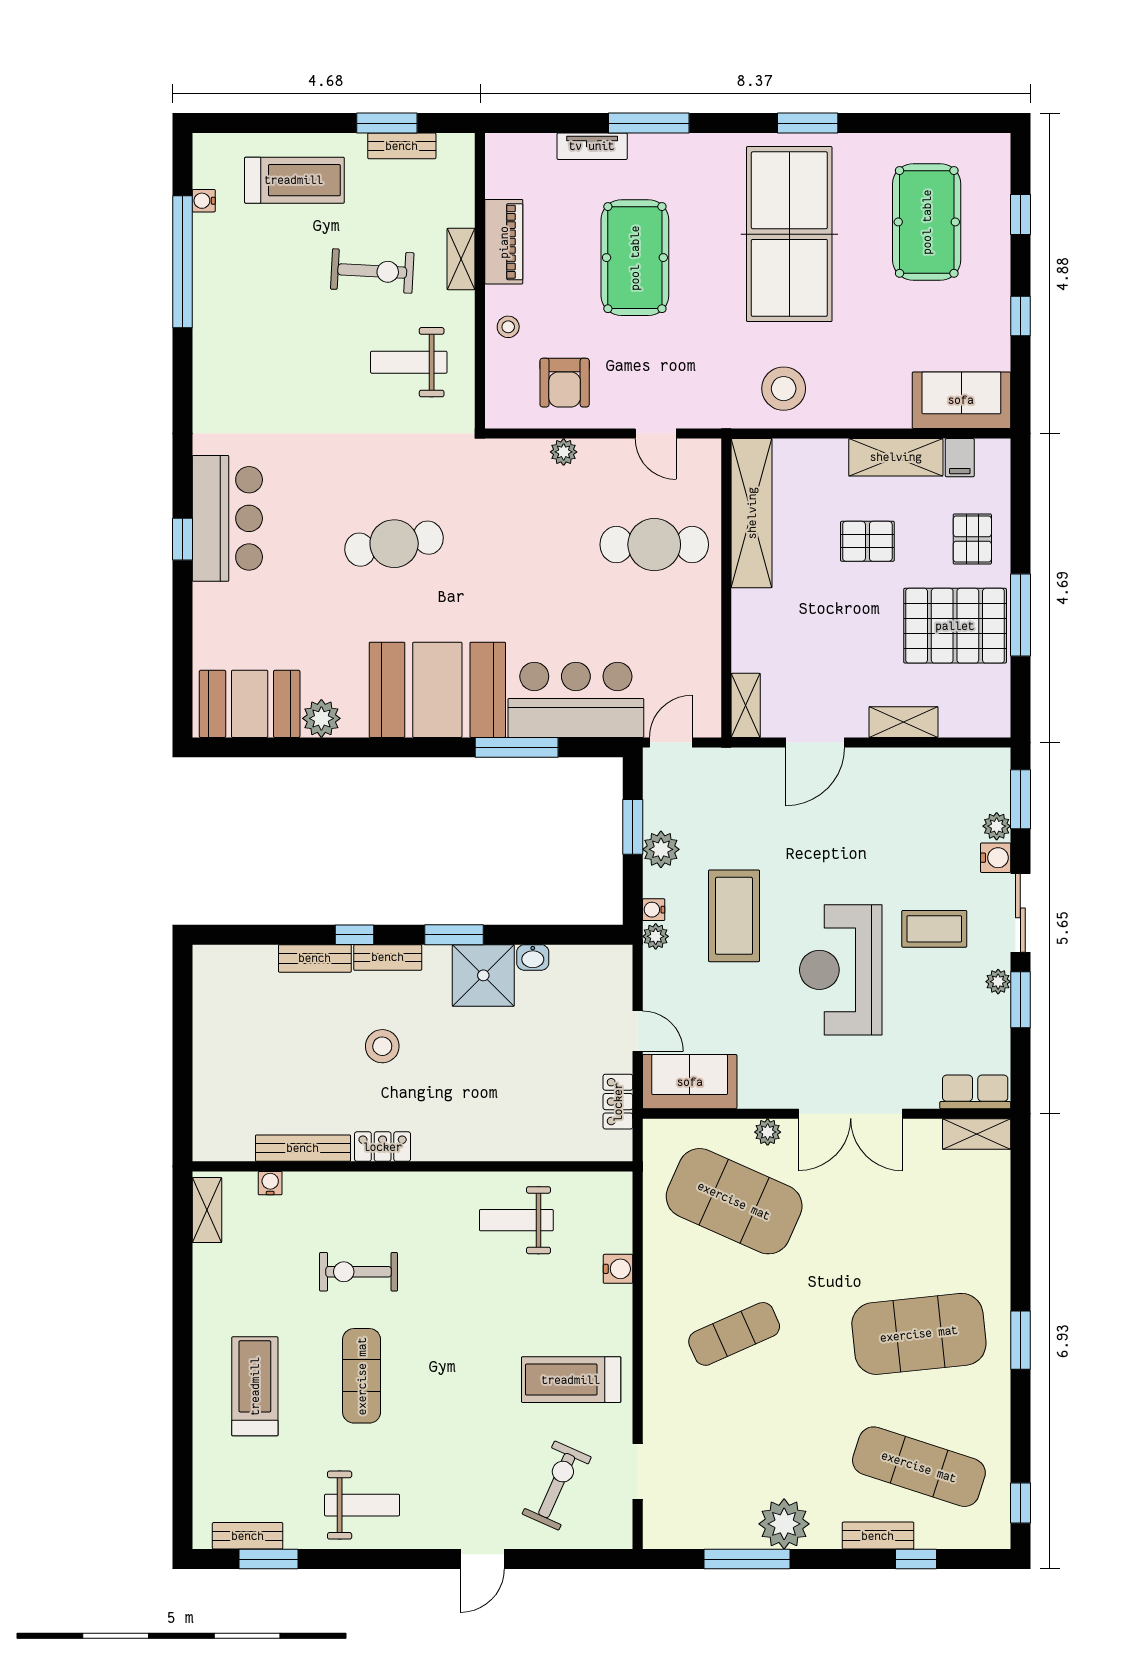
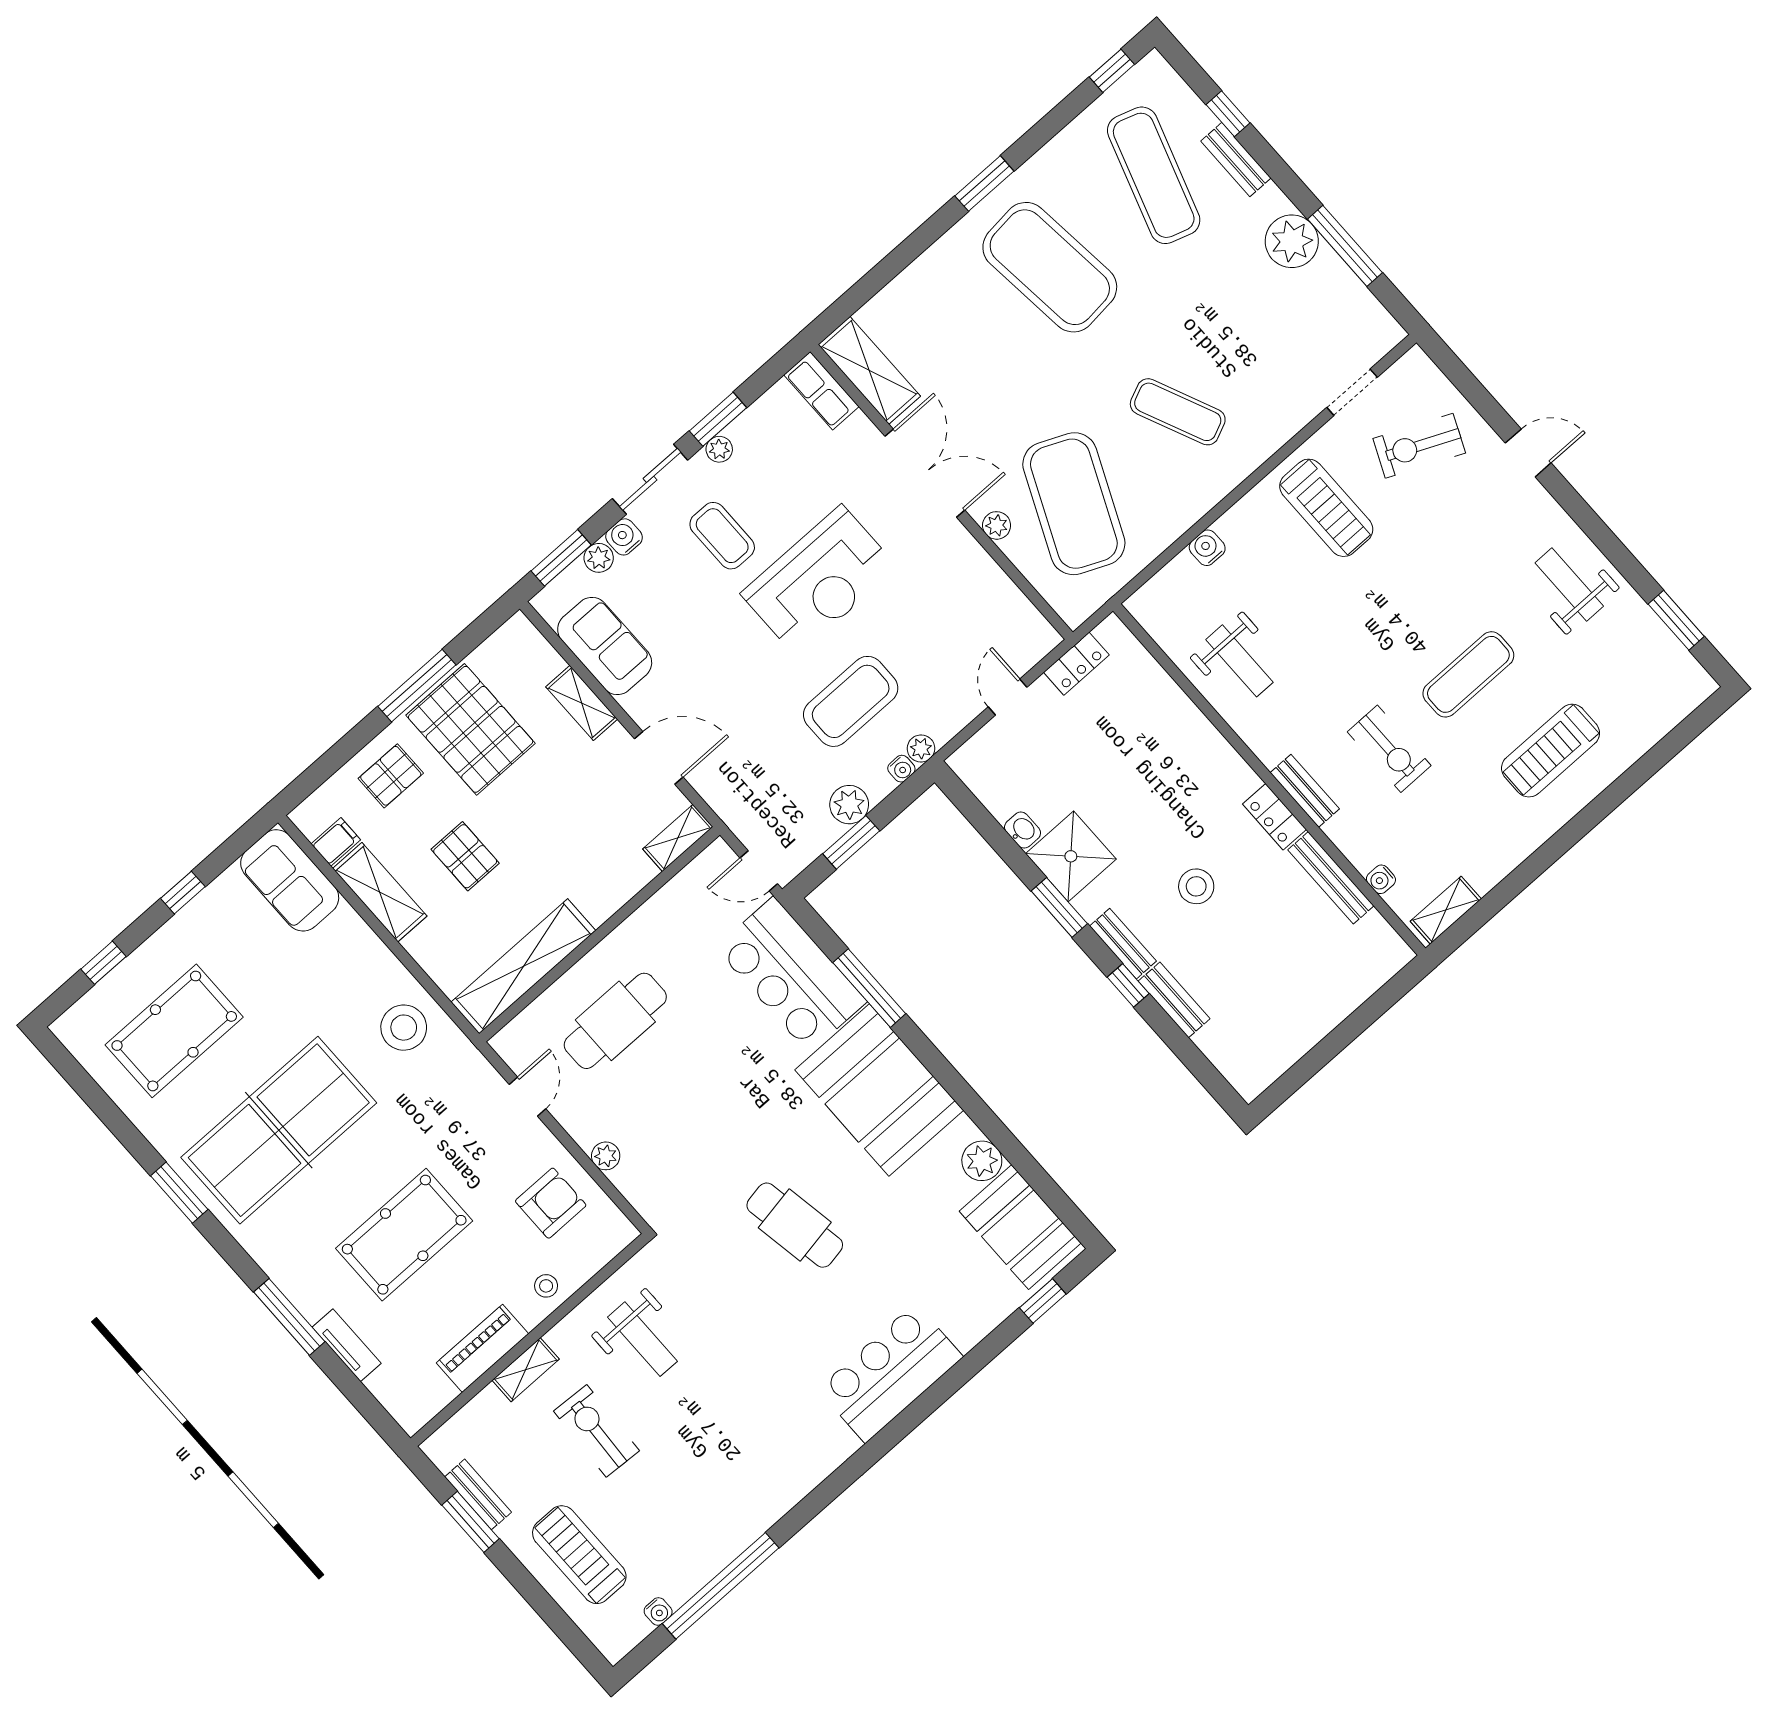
window: (182, 539) -> (1043, 1301), moved
cafe table: (654, 545) -> (615, 1021), turned 90
sofa: (690, 1082) -> (605, 646), moved, turned 180
shelving: (977, 1134) -> (869, 370), width x1.50, depth x1.33
bench: (248, 1536) -> (1305, 791), moved

